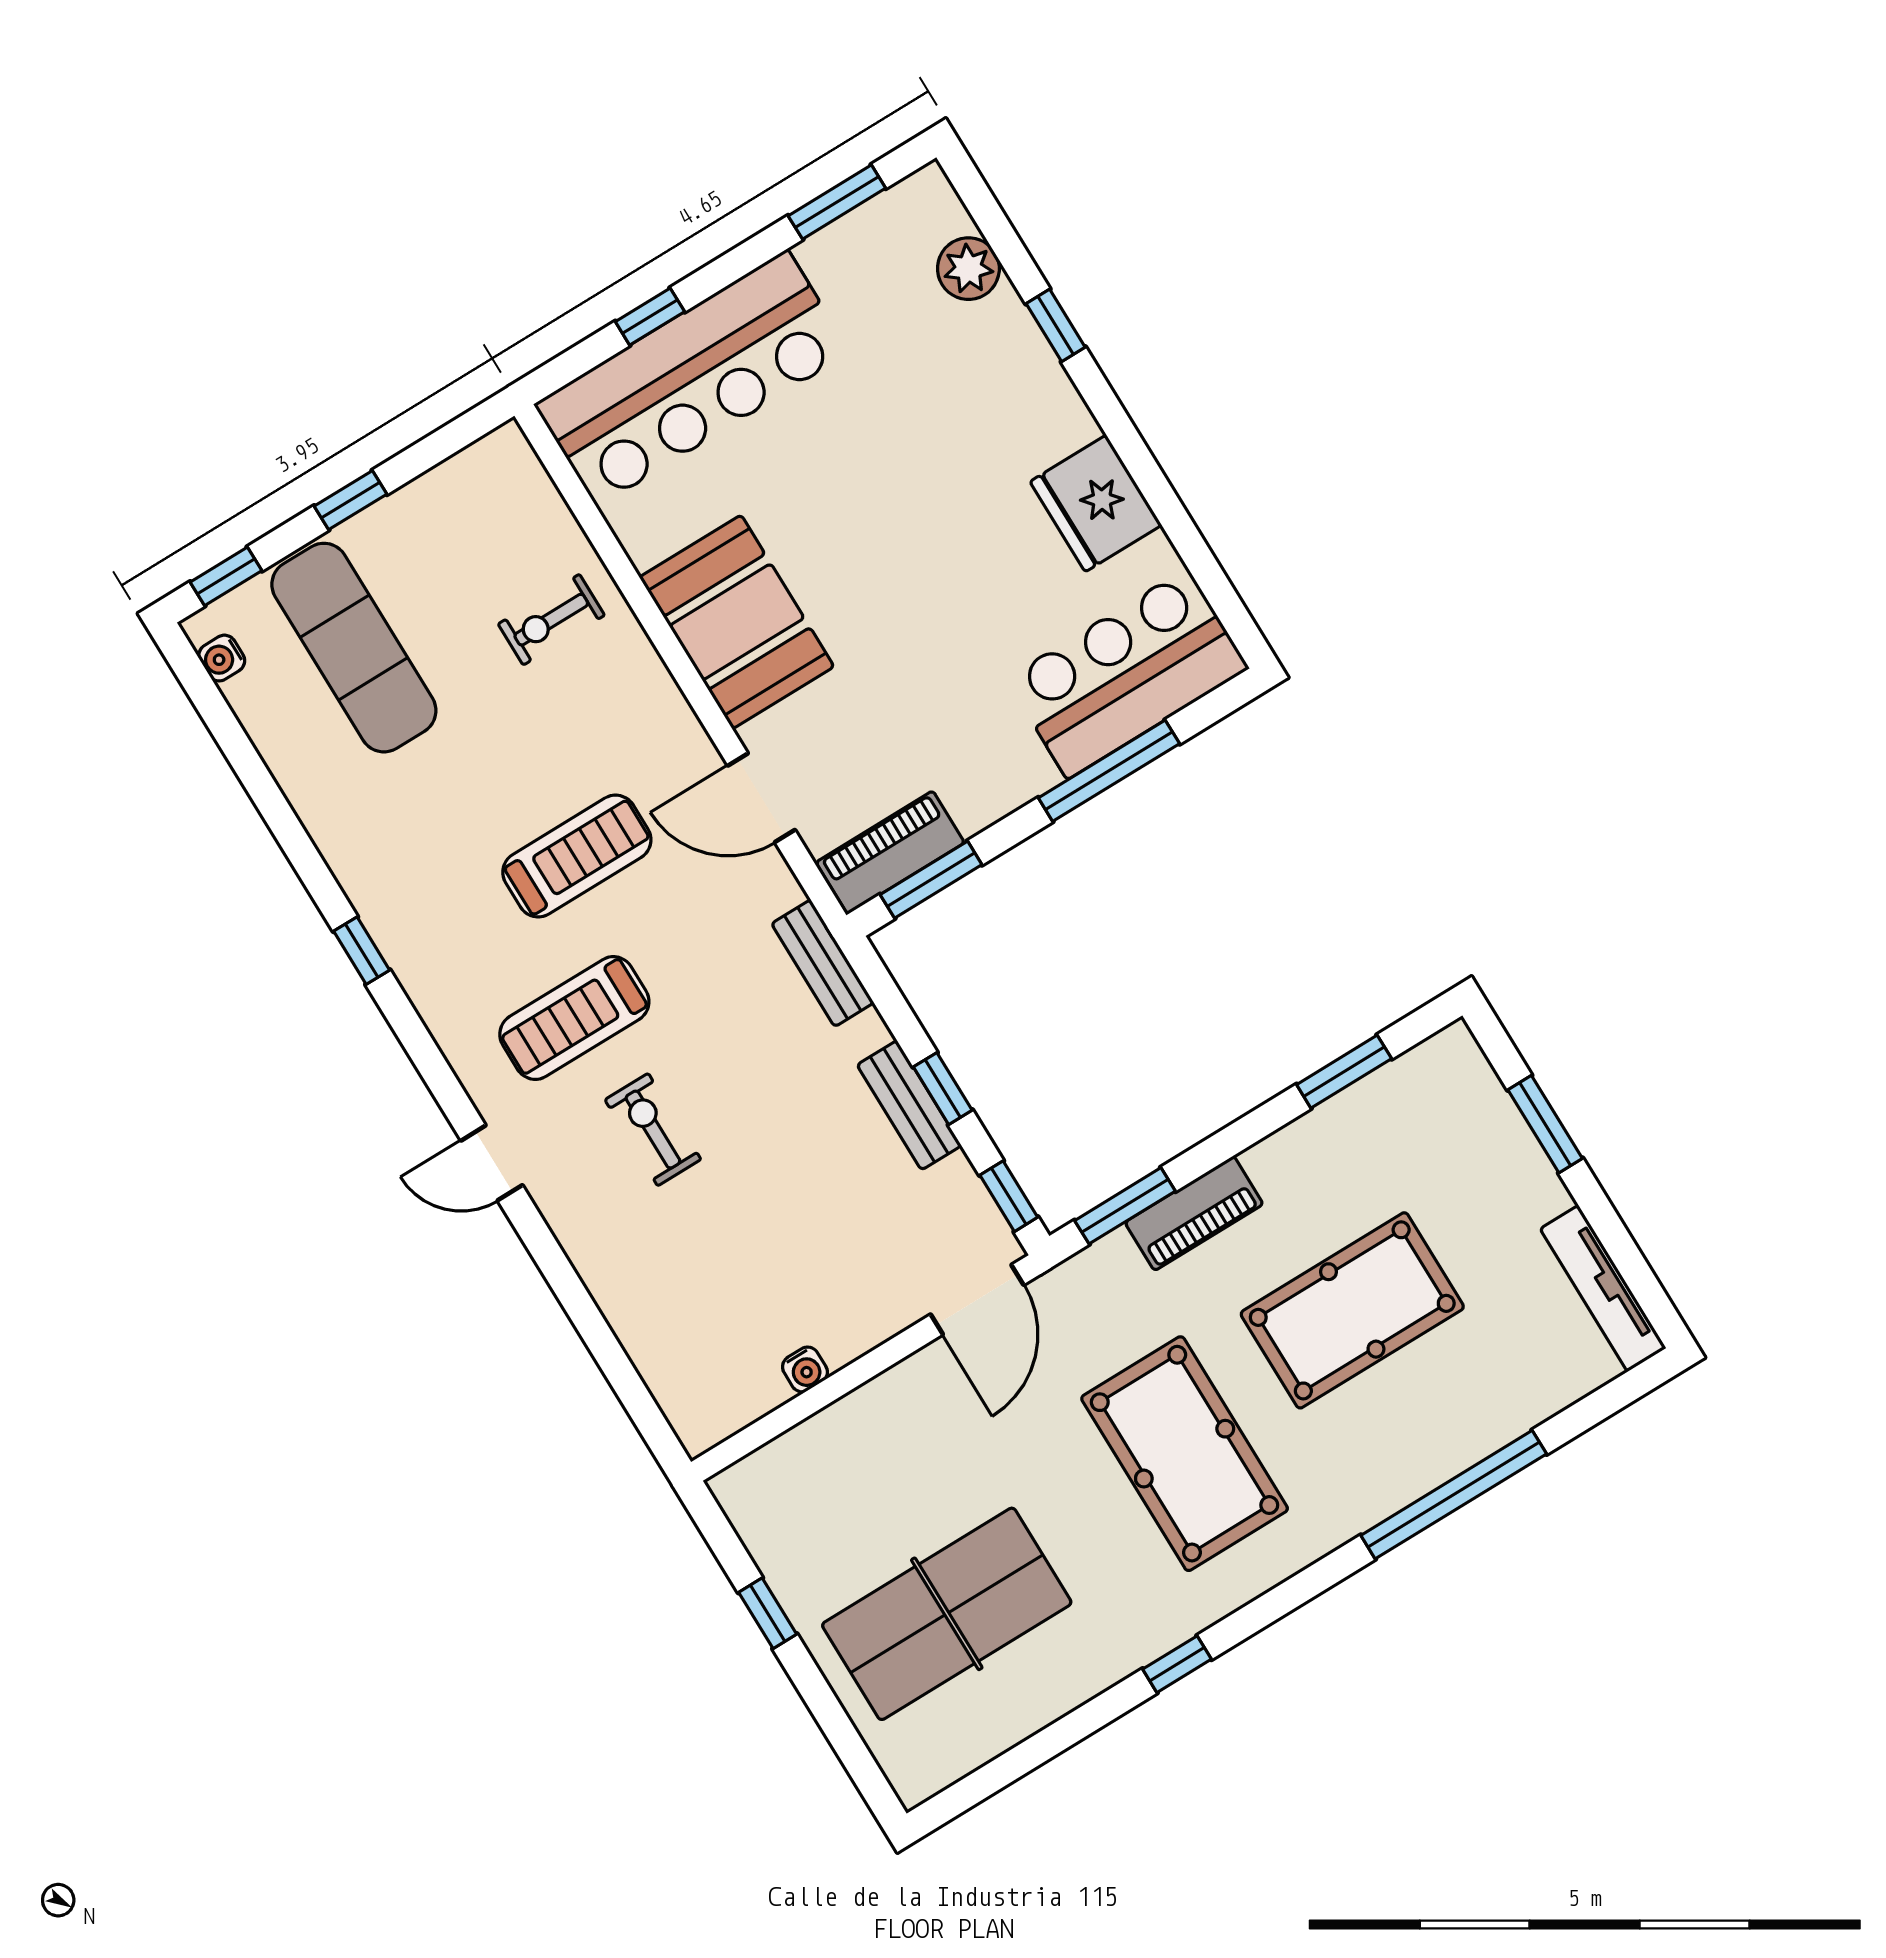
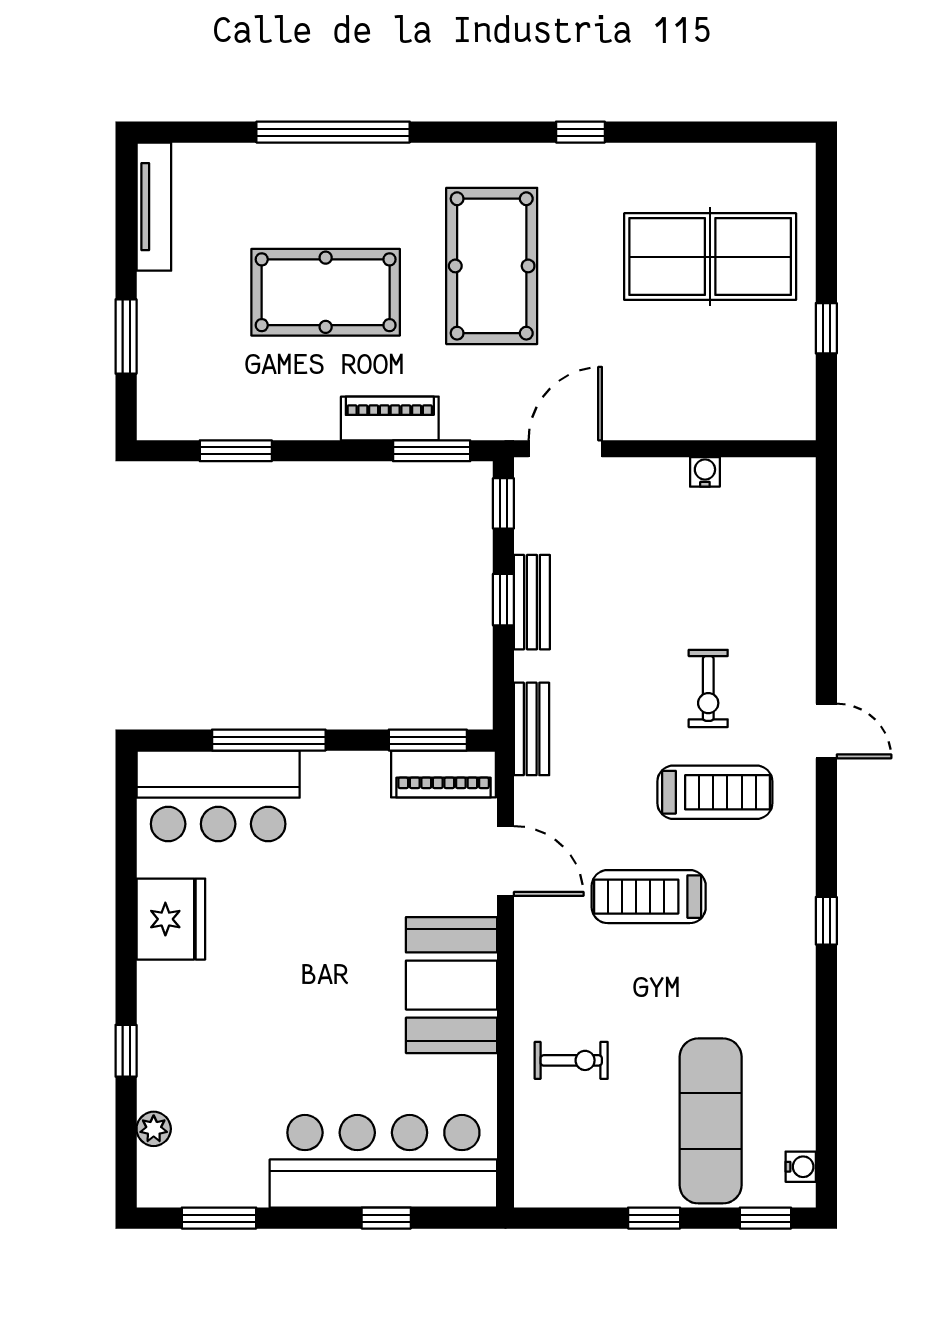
plant: (968, 269) -> (154, 1129), width x0.73, depth x0.73

